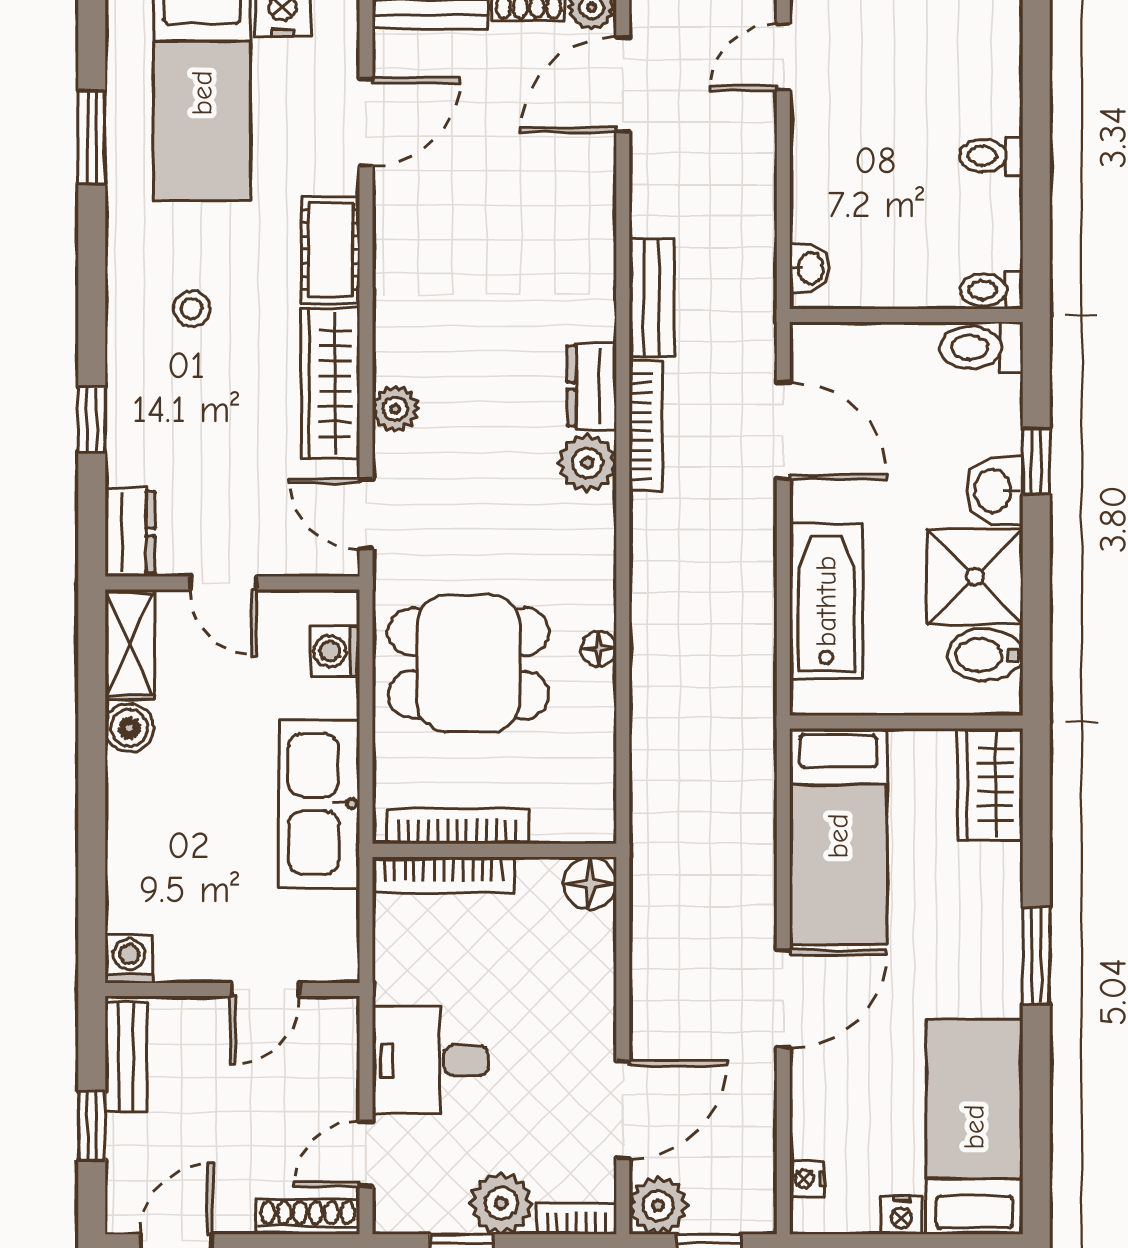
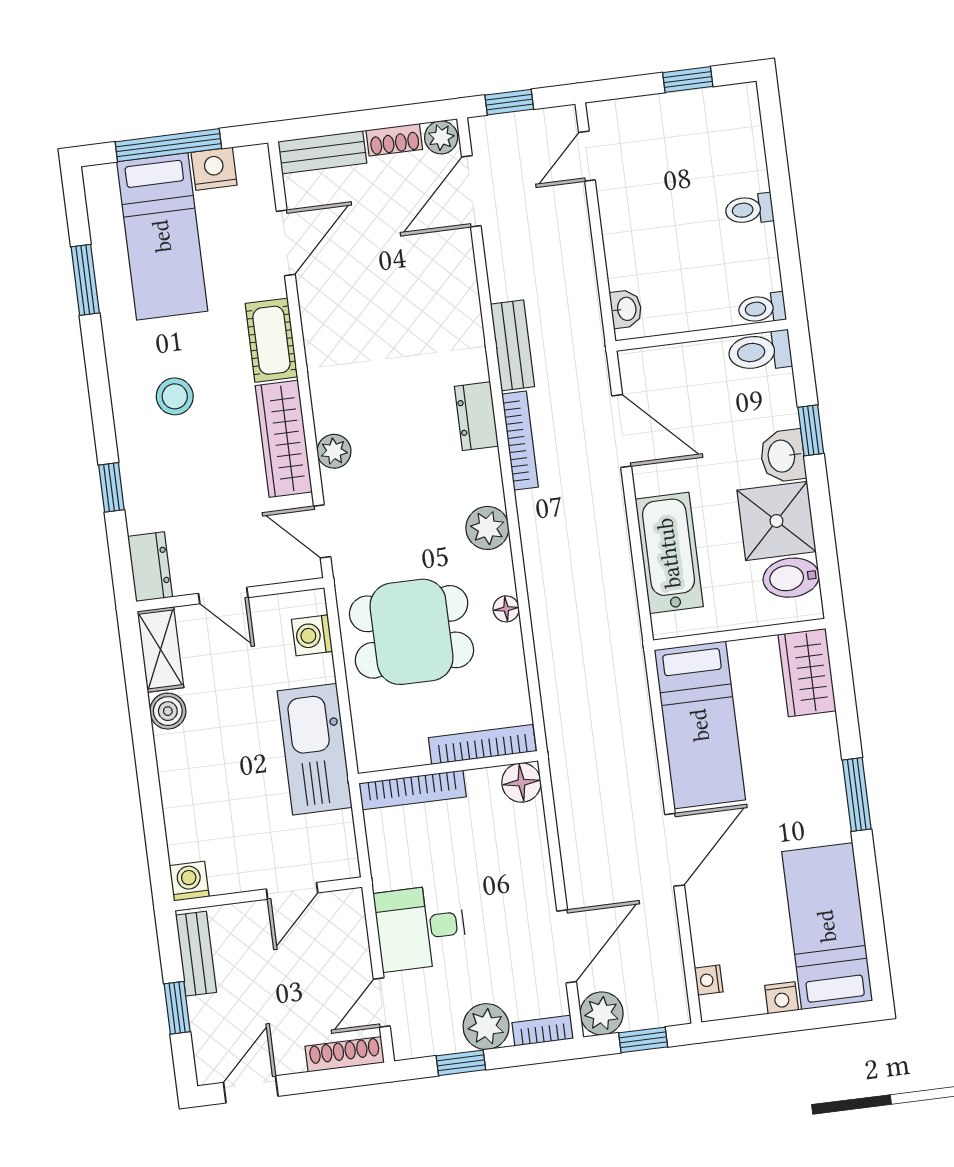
stool: (192, 309) -> (175, 396), width x1.37, depth x1.37
plant: (587, 463) -> (487, 528), moved
bookcase: (458, 826) -> (482, 744), moved

